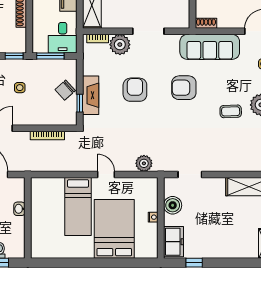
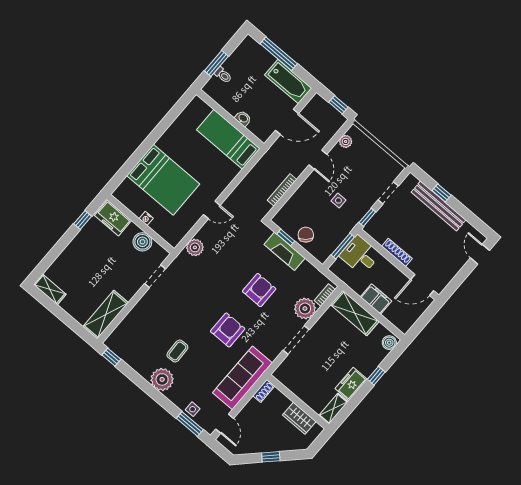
desk: (63, 38) -> (360, 255), moved
armchair: (135, 90) -> (259, 290), turned -90
bed: (78, 207) -> (228, 139), moved

